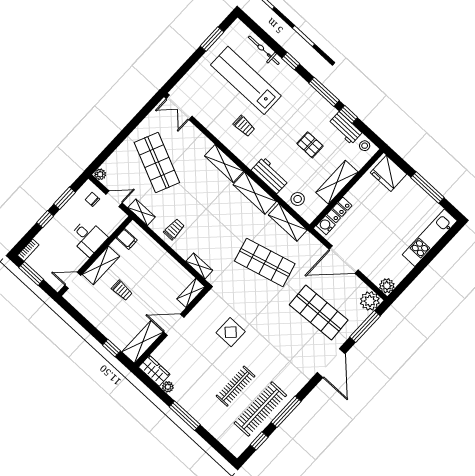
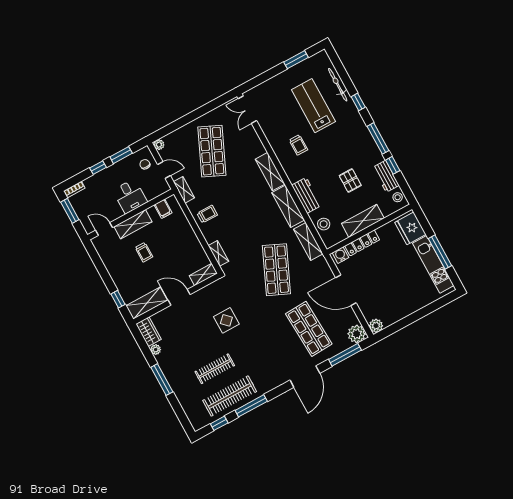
lab bench: (246, 80) -> (313, 106), width x0.73
locker: (339, 210) -> (362, 243), width x1.53
kitchen unit: (430, 238) -> (433, 264), moved, turned -90
shop shelf: (265, 262) -> (276, 270), turned 39

